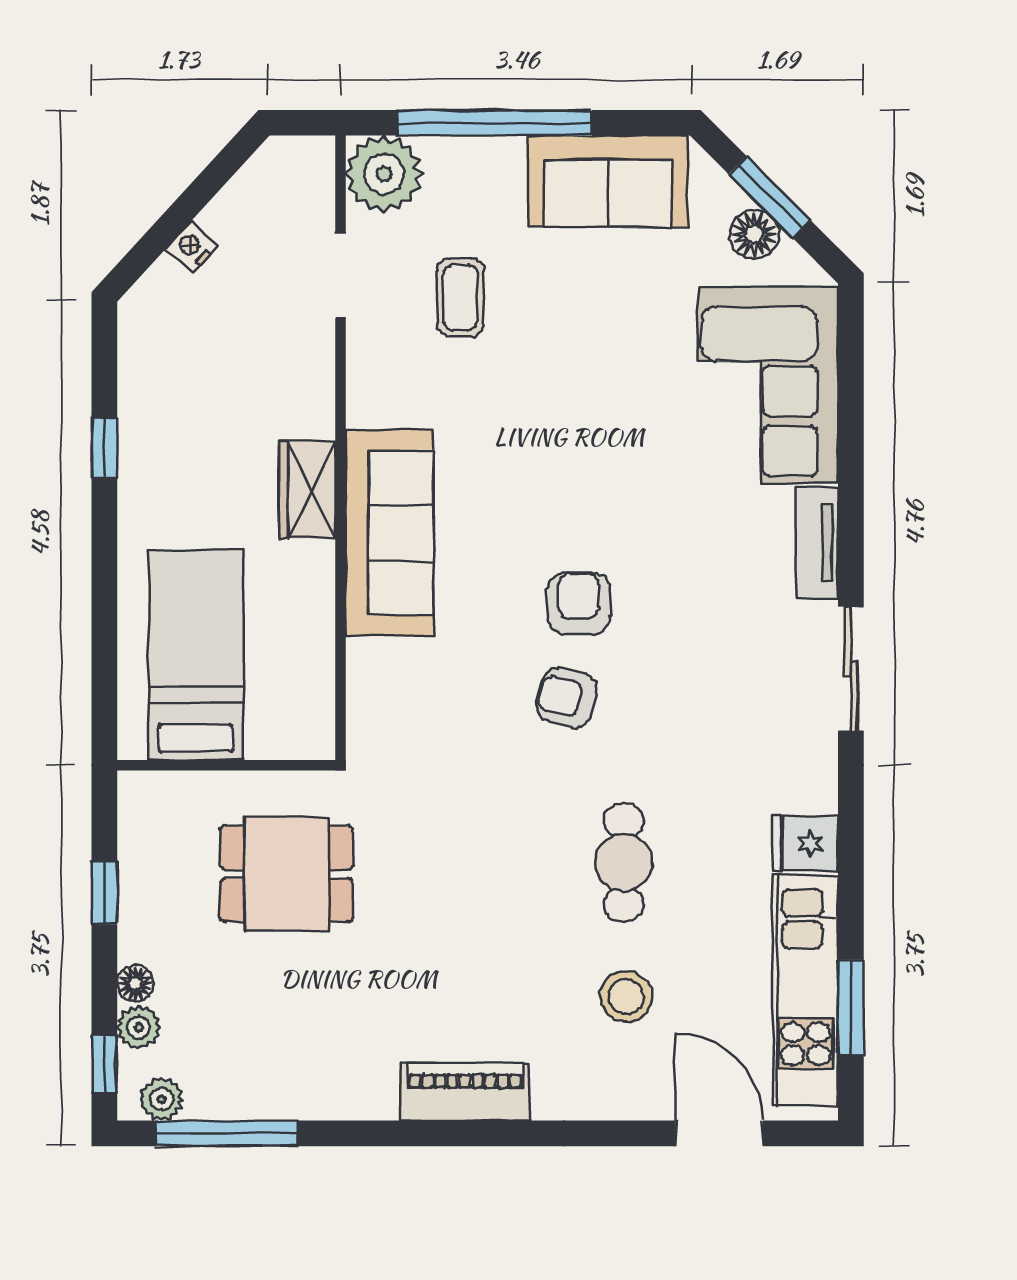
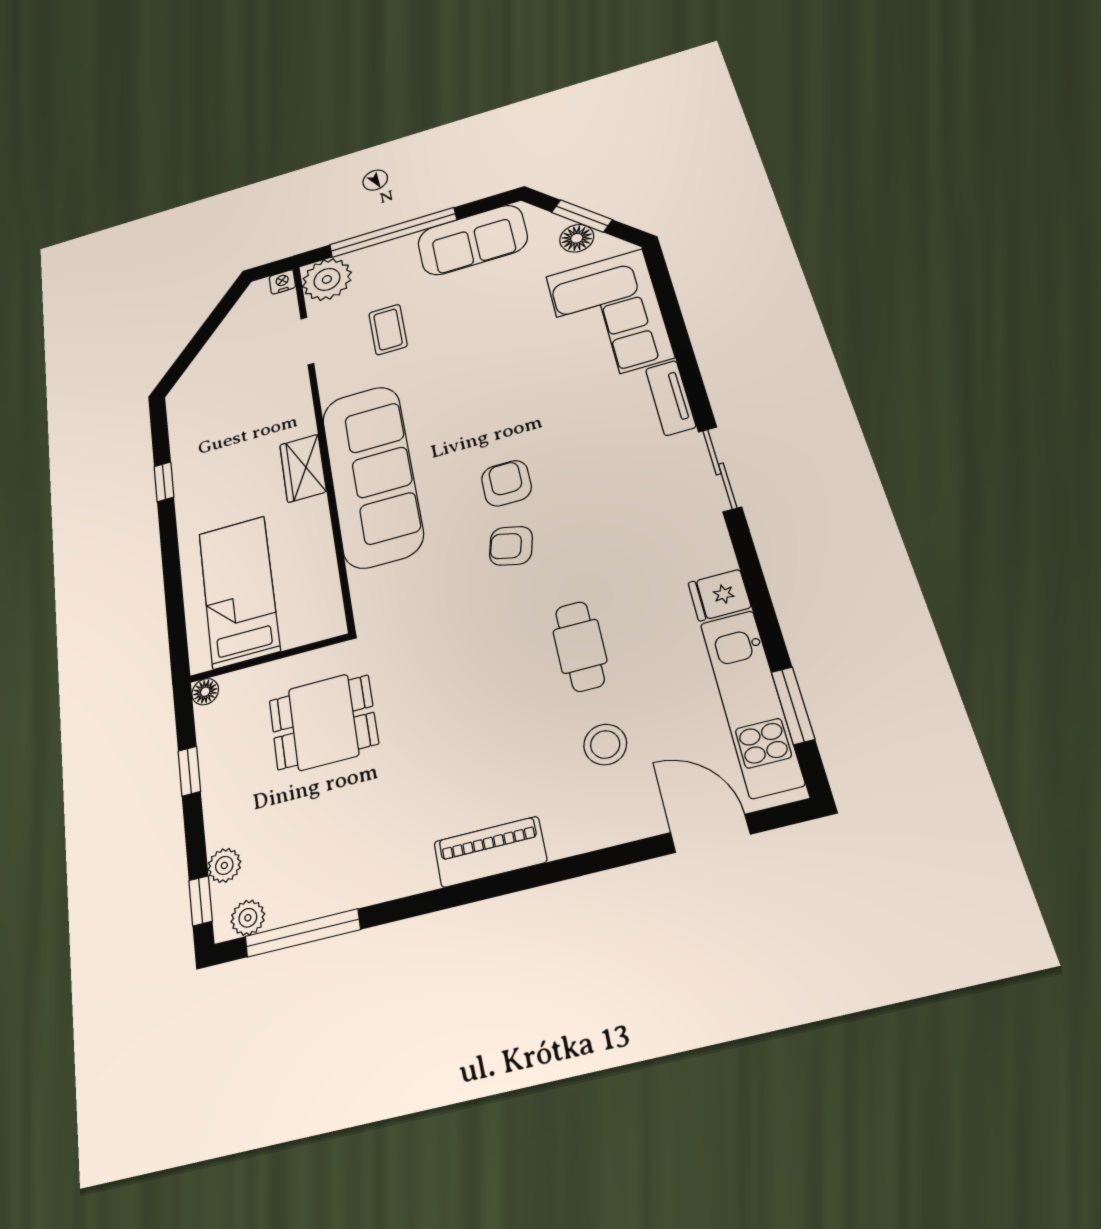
nightstand: (192, 247) -> (282, 282), moved, turned 48
sofa: (389, 533) -> (372, 475), width x1.36, depth x1.27
floor lamp: (135, 983) -> (205, 692), moved

